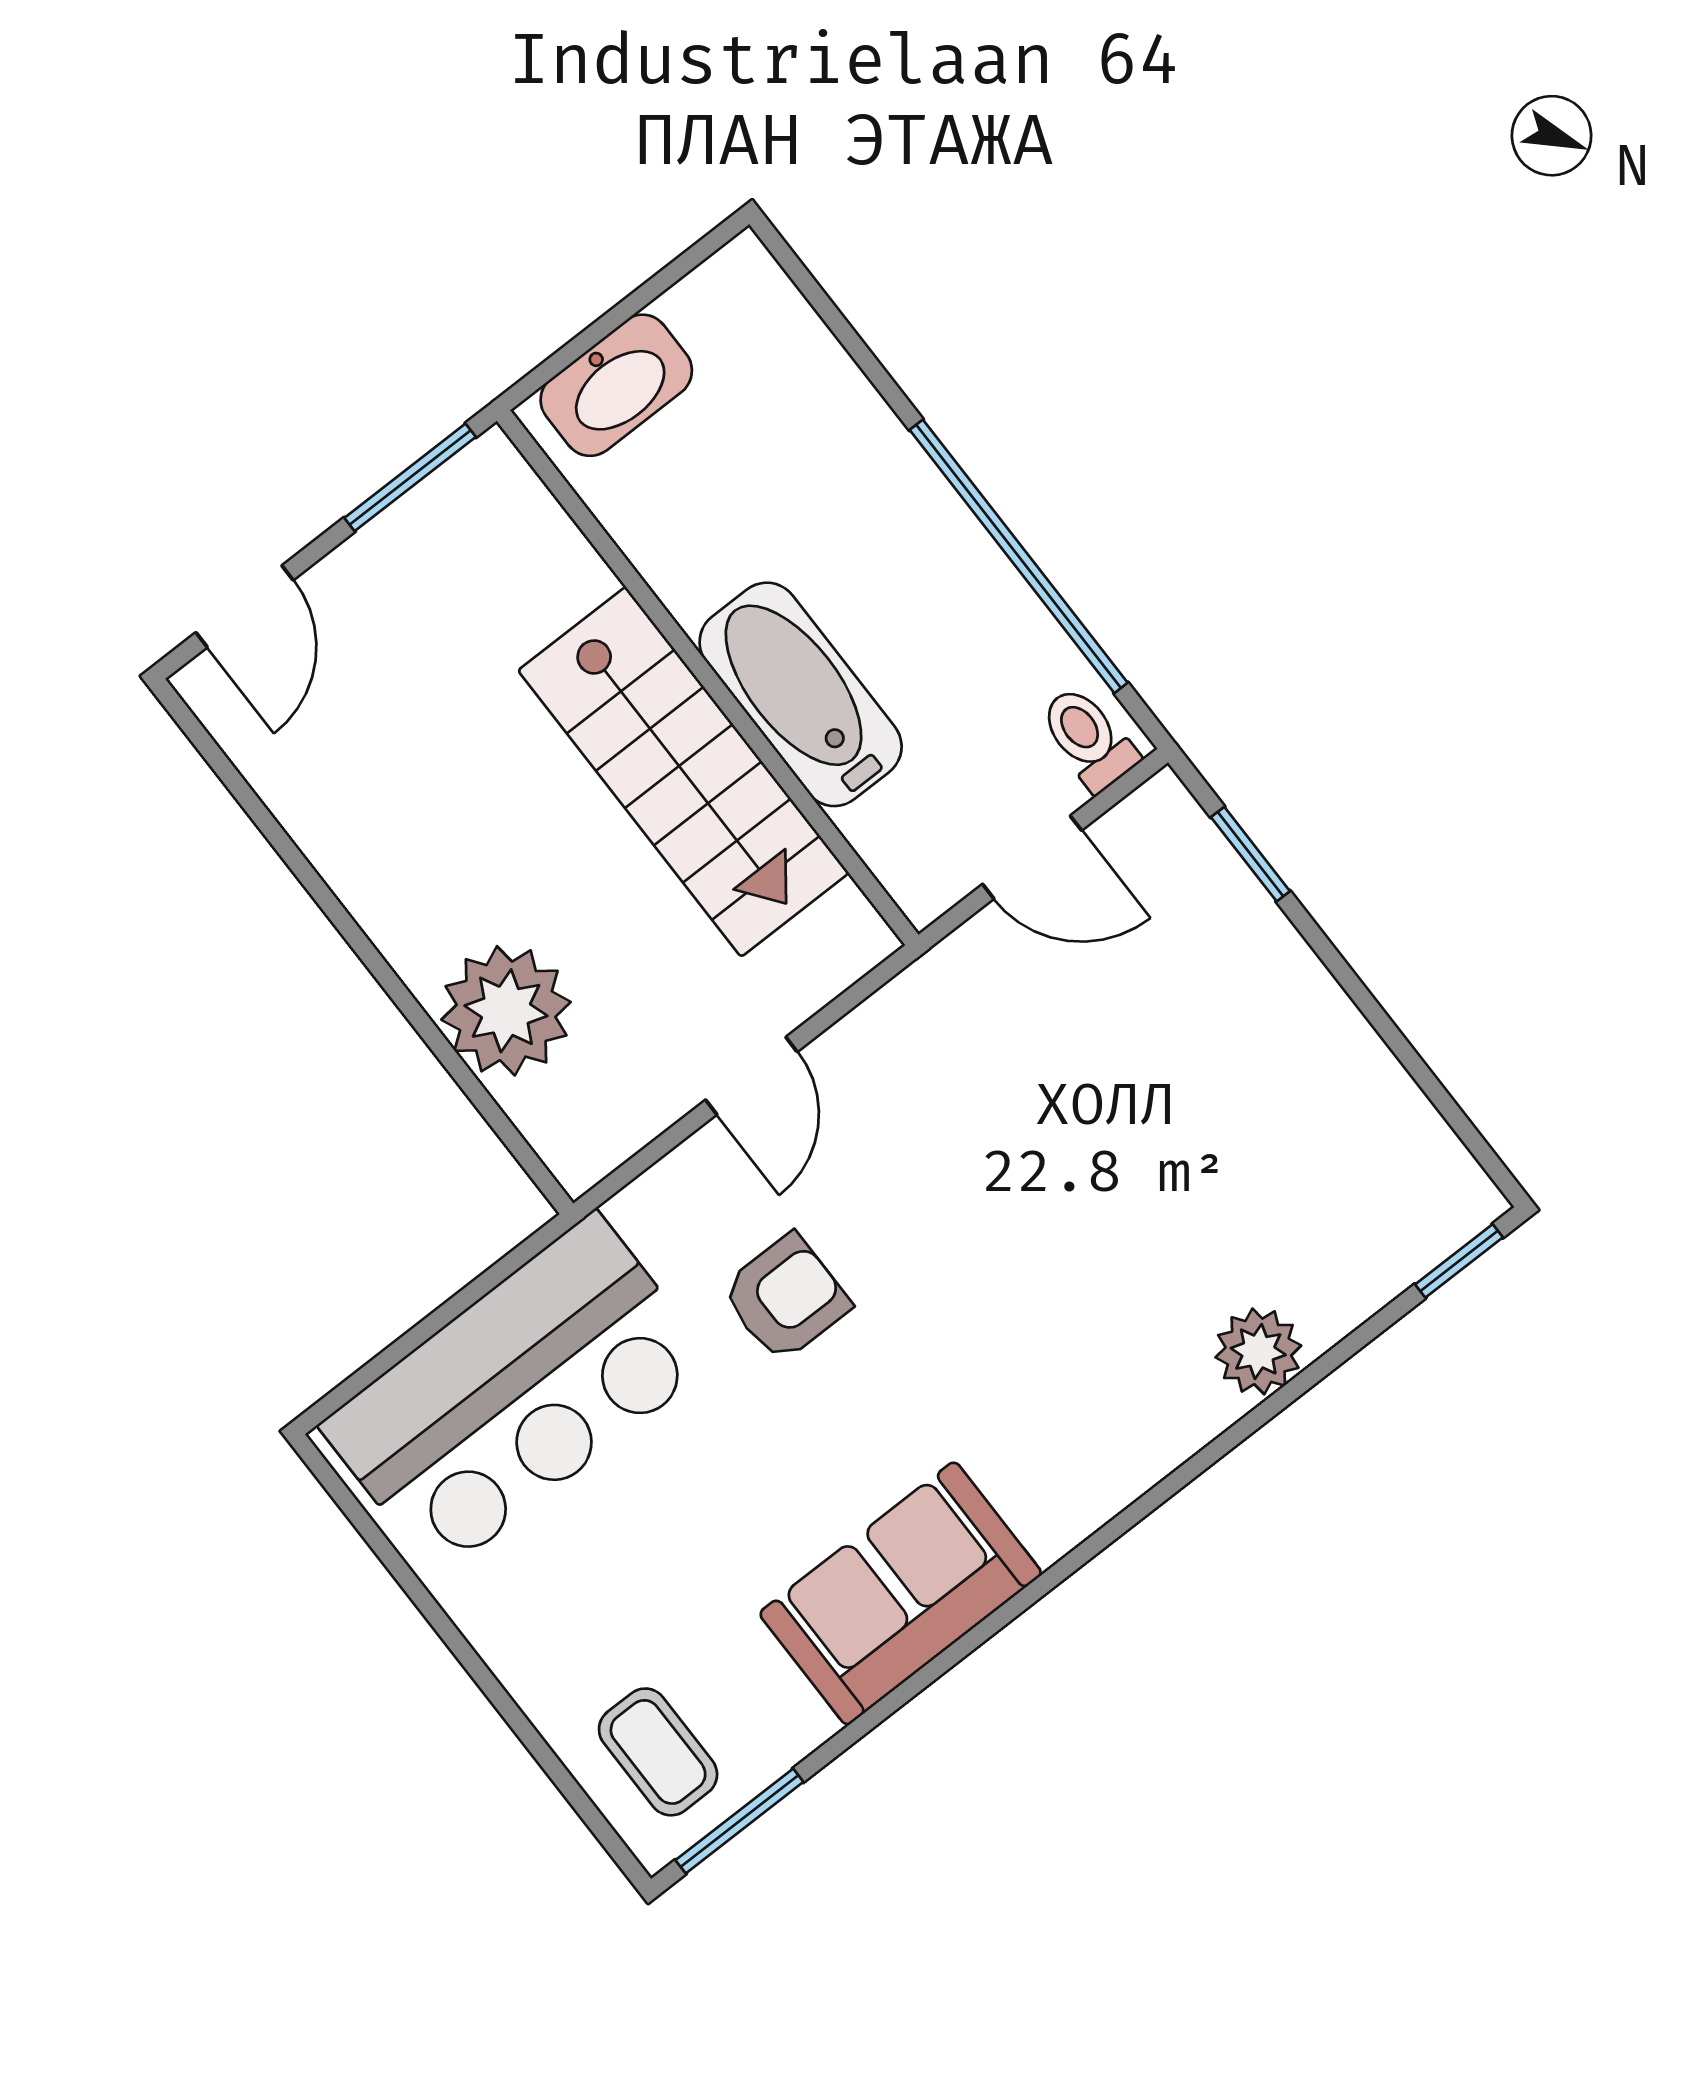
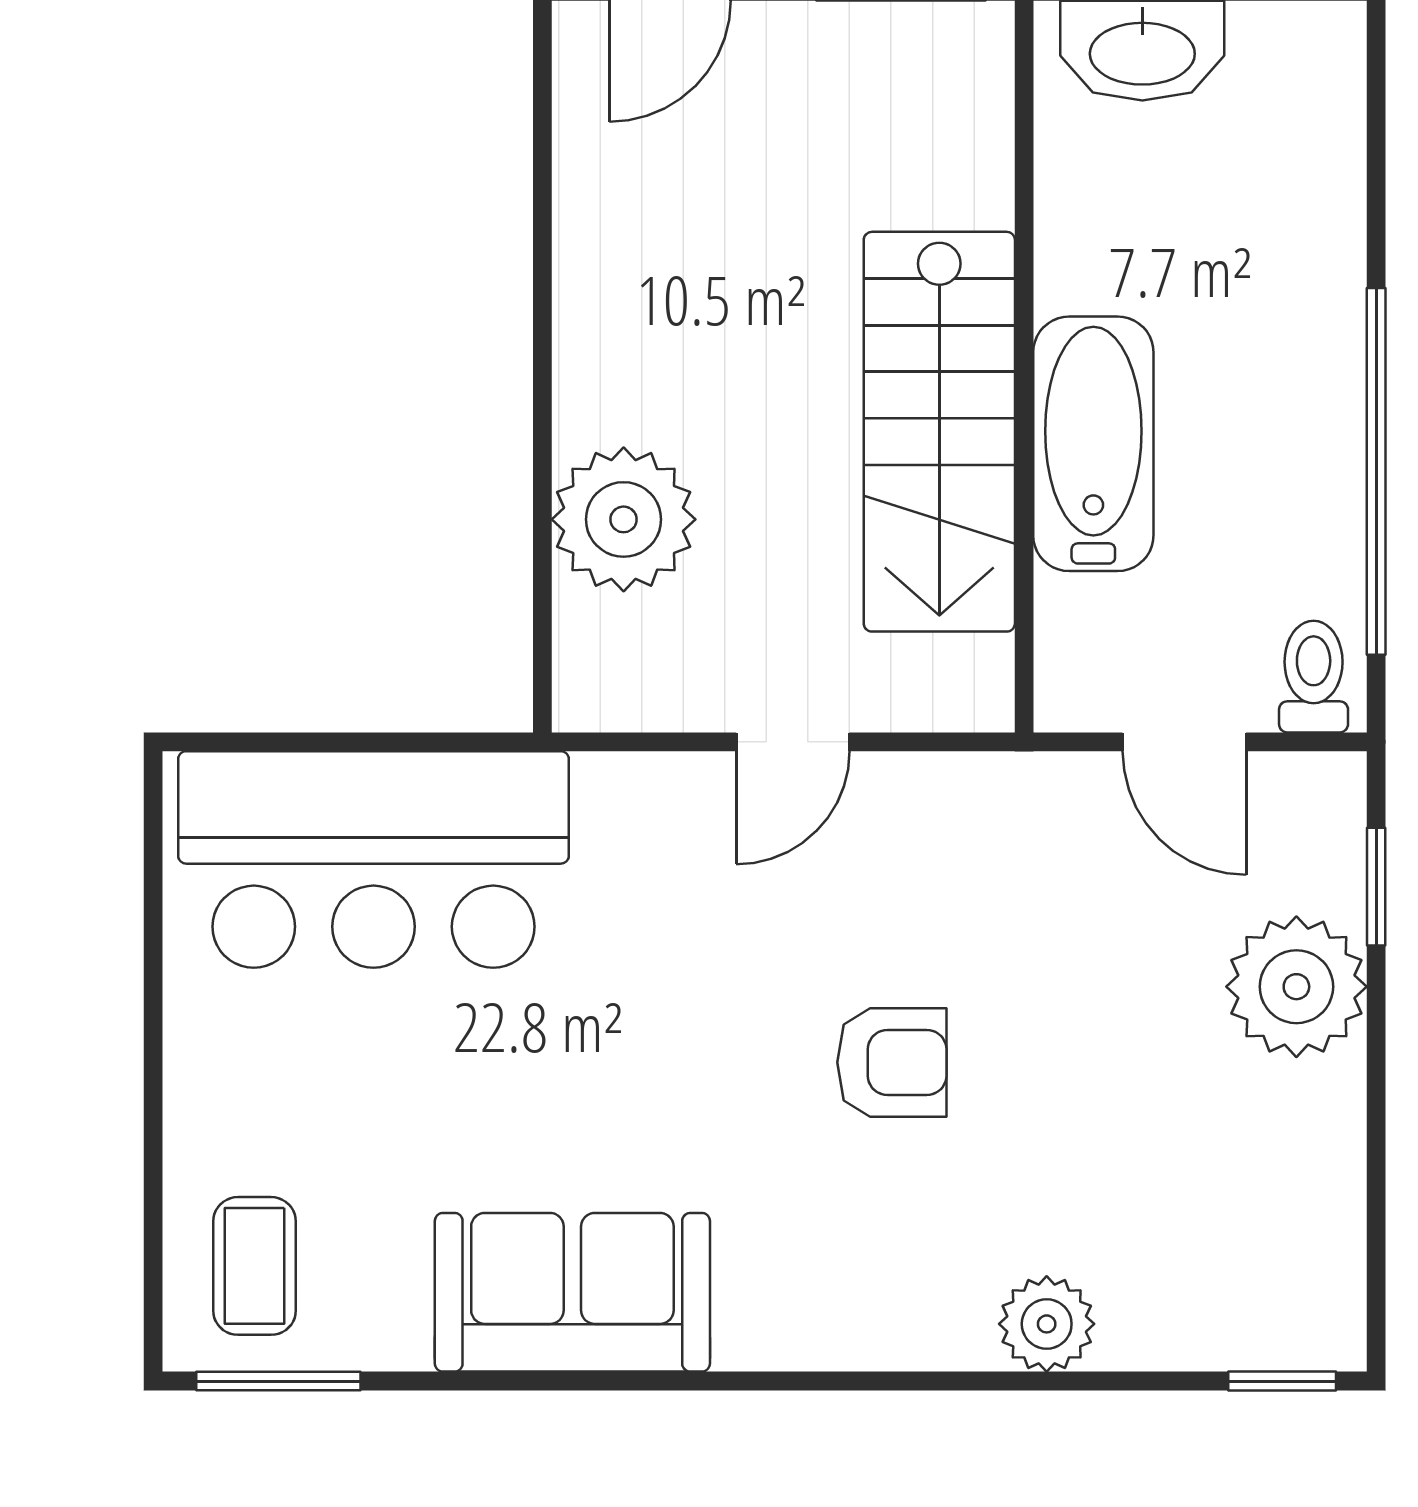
plant: (1249, 970) -> (1296, 987), added
armchair: (786, 1298) -> (892, 1062), moved

